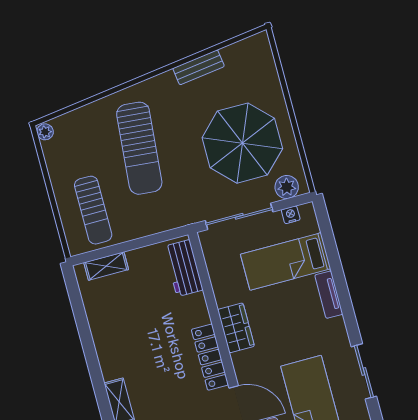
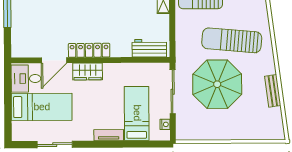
parasol: (242, 143) -> (217, 84), moved
plant: (287, 187) -> (183, 126), removed
wardrobe: (236, 328) -> (88, 71), moved

